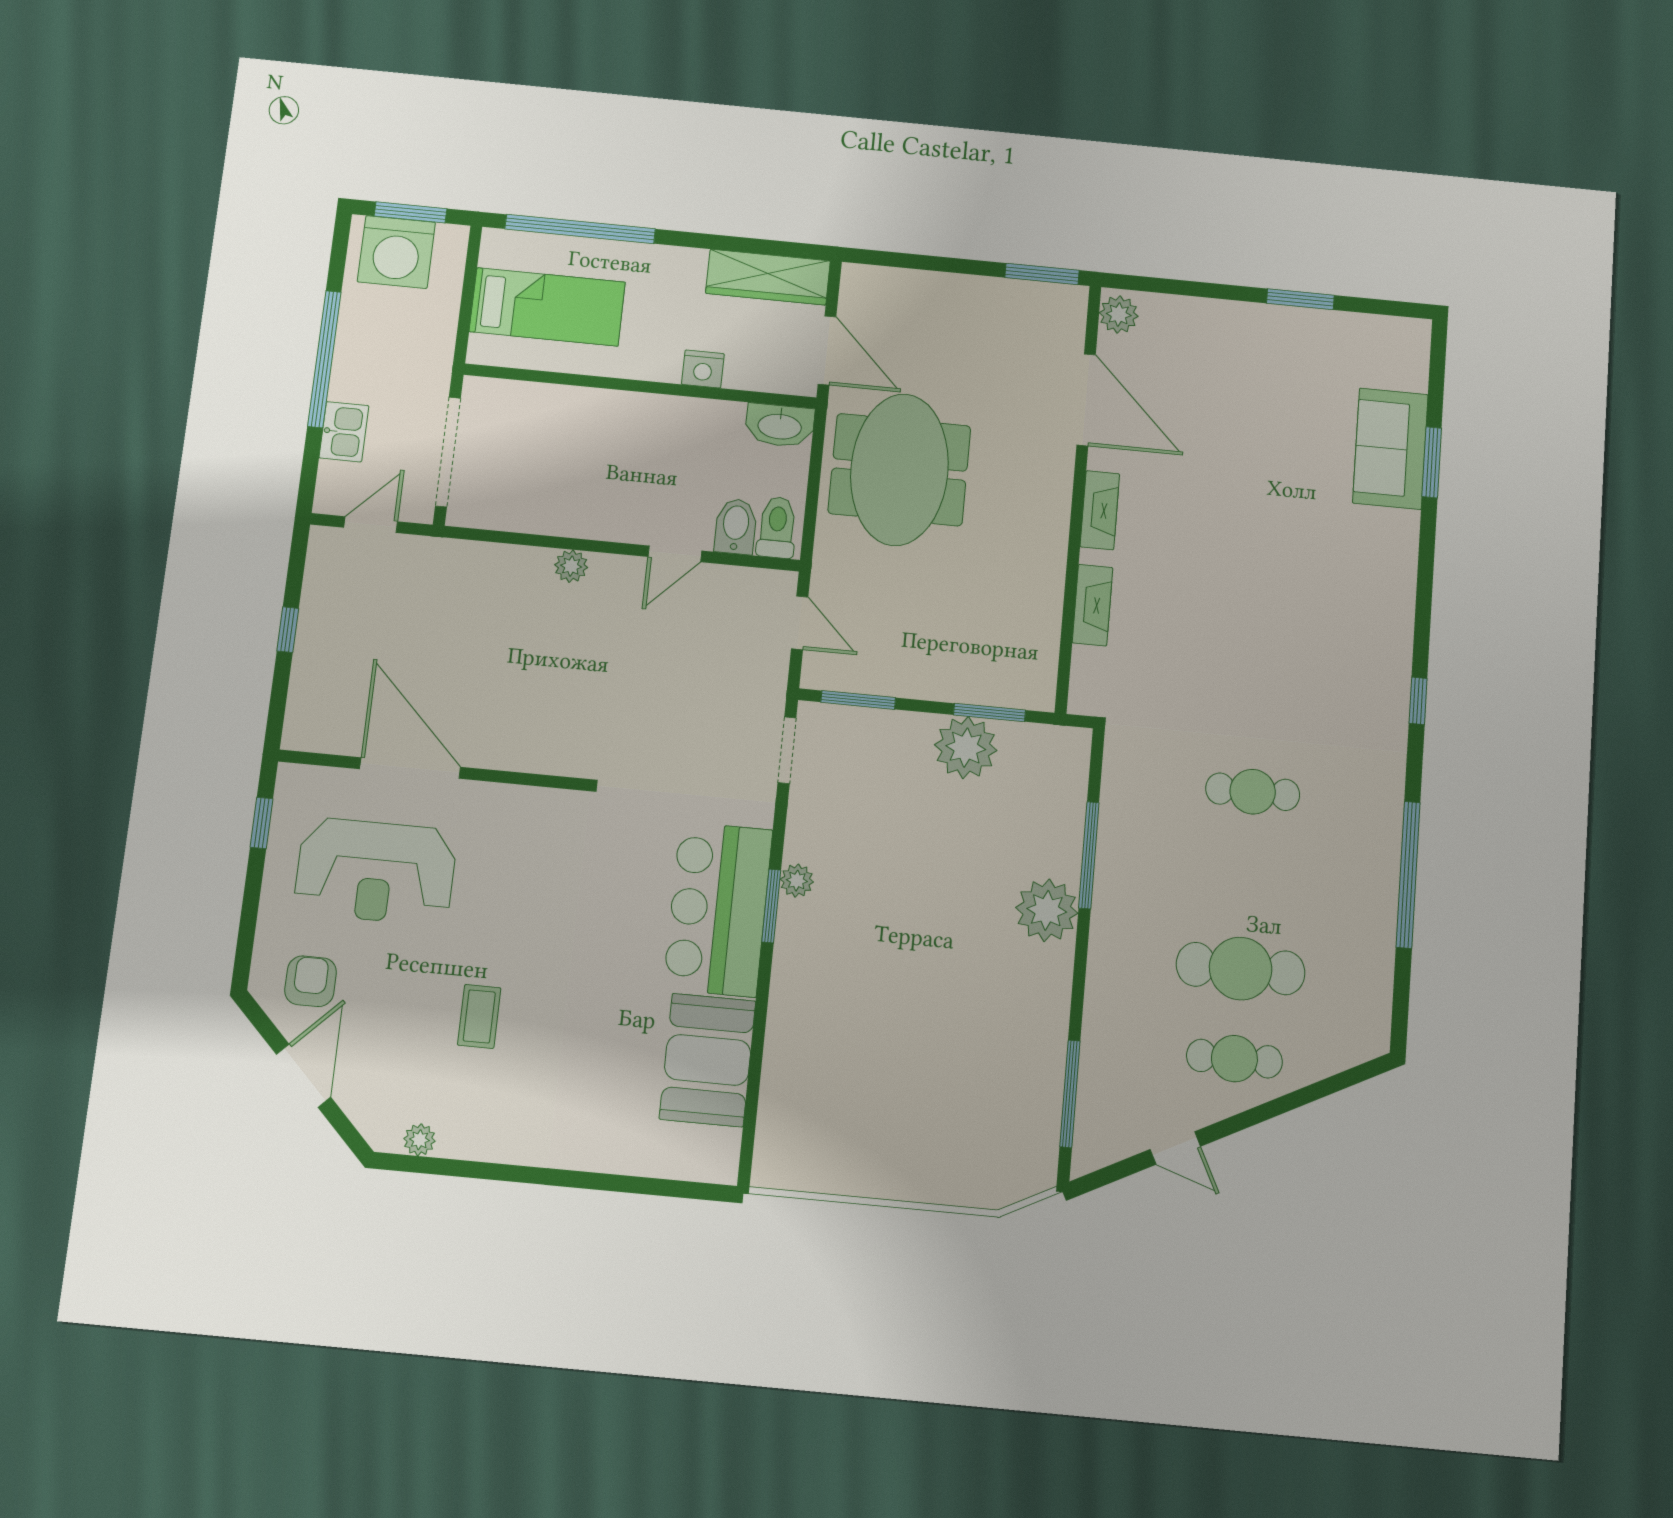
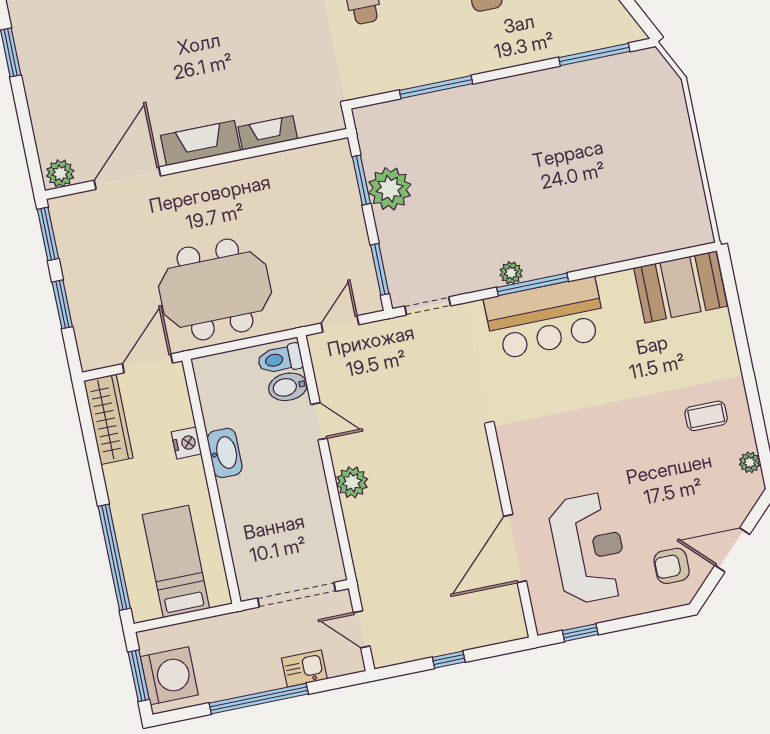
window: (942, 264) -> (62, 304), added
washbasin: (780, 425) -> (225, 453), moved
fireplace: (1100, 510) -> (201, 143), width x1.37, depth x1.32
plant: (571, 566) -> (352, 482), width x1.38, depth x1.38
window: (771, 906) -> (533, 284), width x1.44
plant: (1047, 910) -> (481, 104), removed
coffee table: (479, 1016) -> (706, 416), moved
booth: (708, 1060) -> (680, 287), moved

